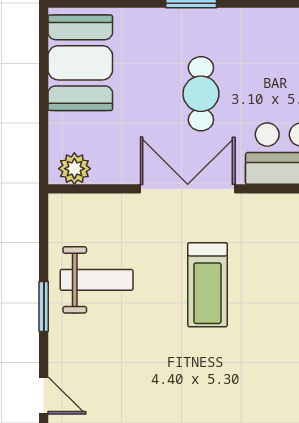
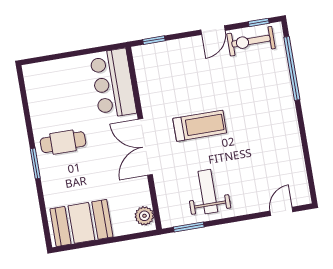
cafe table: (201, 94) -> (63, 142), moved
window: (44, 306) -> (189, 227), moved

